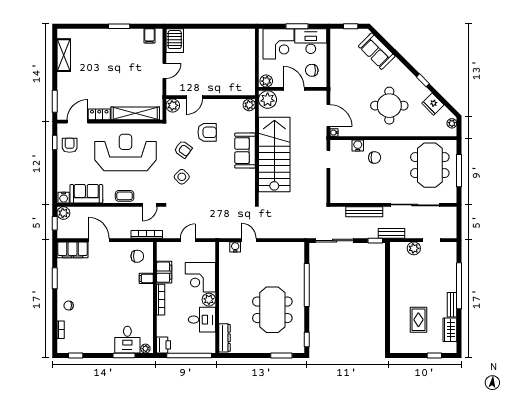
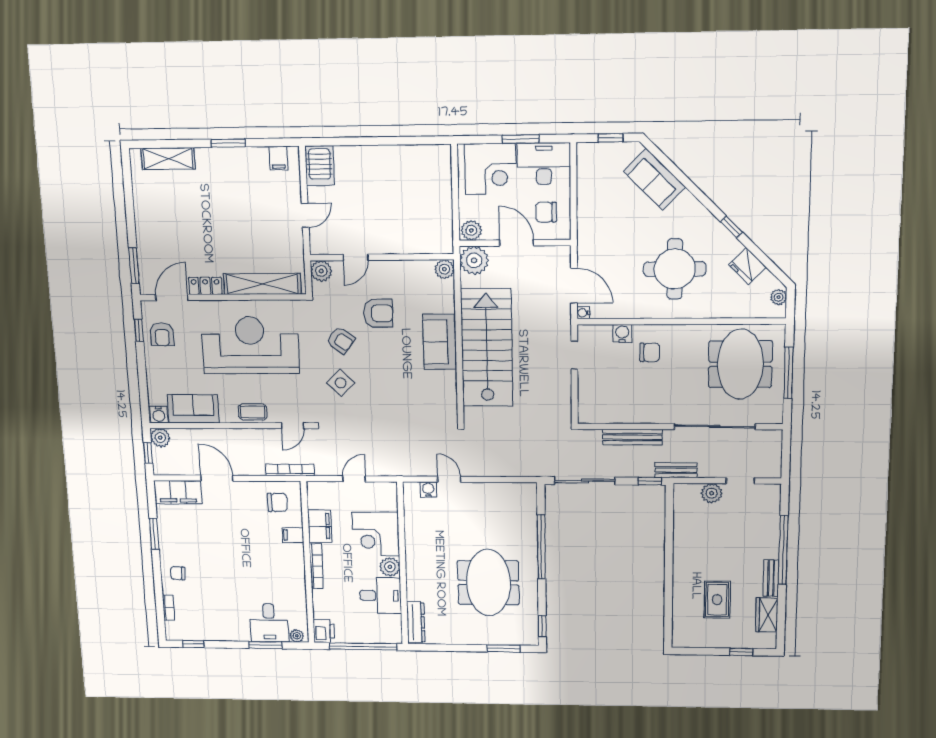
shelving: (64, 55) -> (168, 159), moved, turned 90
armchair: (70, 145) -> (162, 334), turned 180

